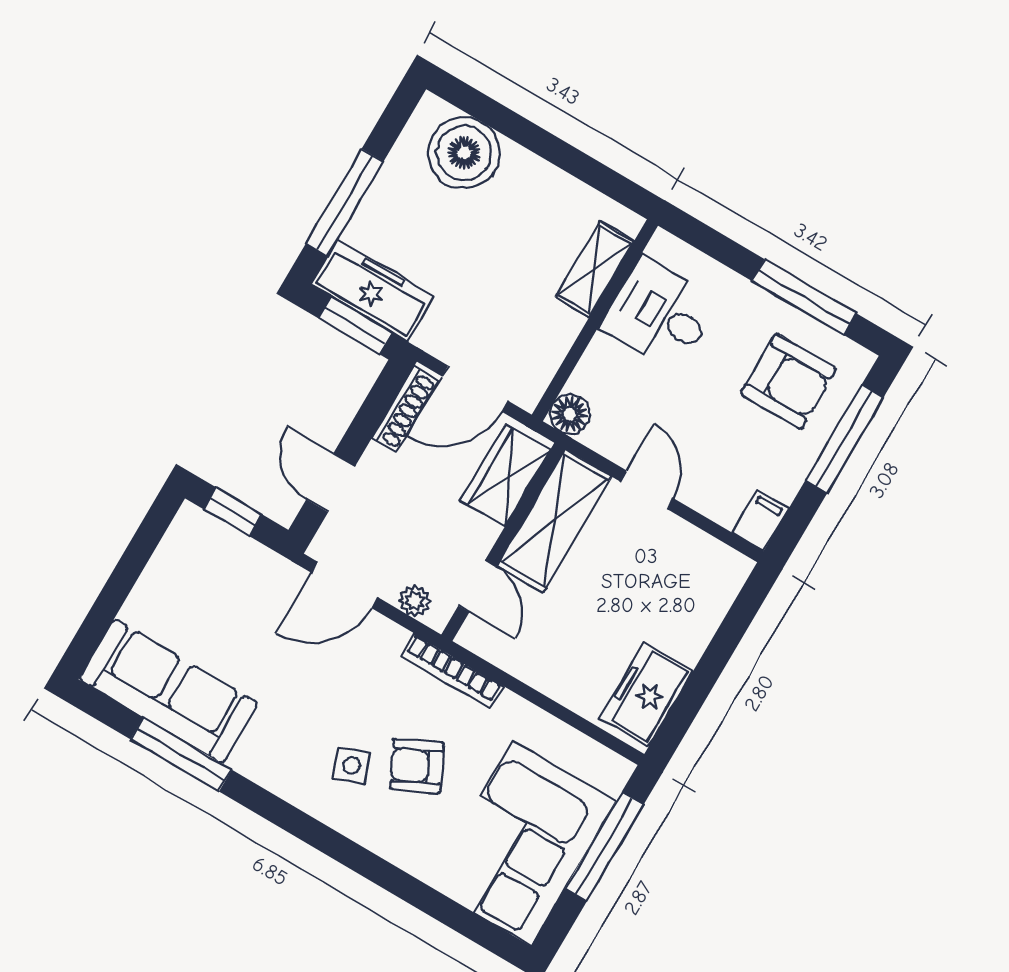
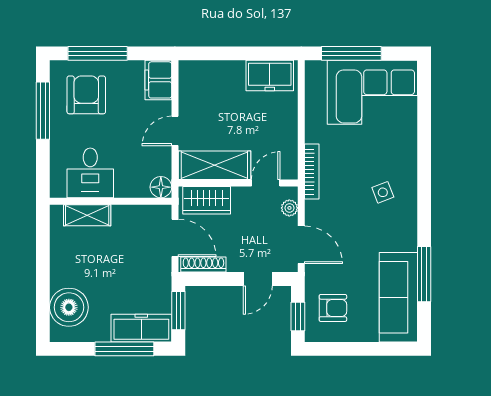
freezer: (373, 291) -> (141, 328), moved, turned 90
filing cabinet: (760, 521) -> (158, 80), width x2.00
armchair: (417, 766) -> (333, 308), moved, turned -64

